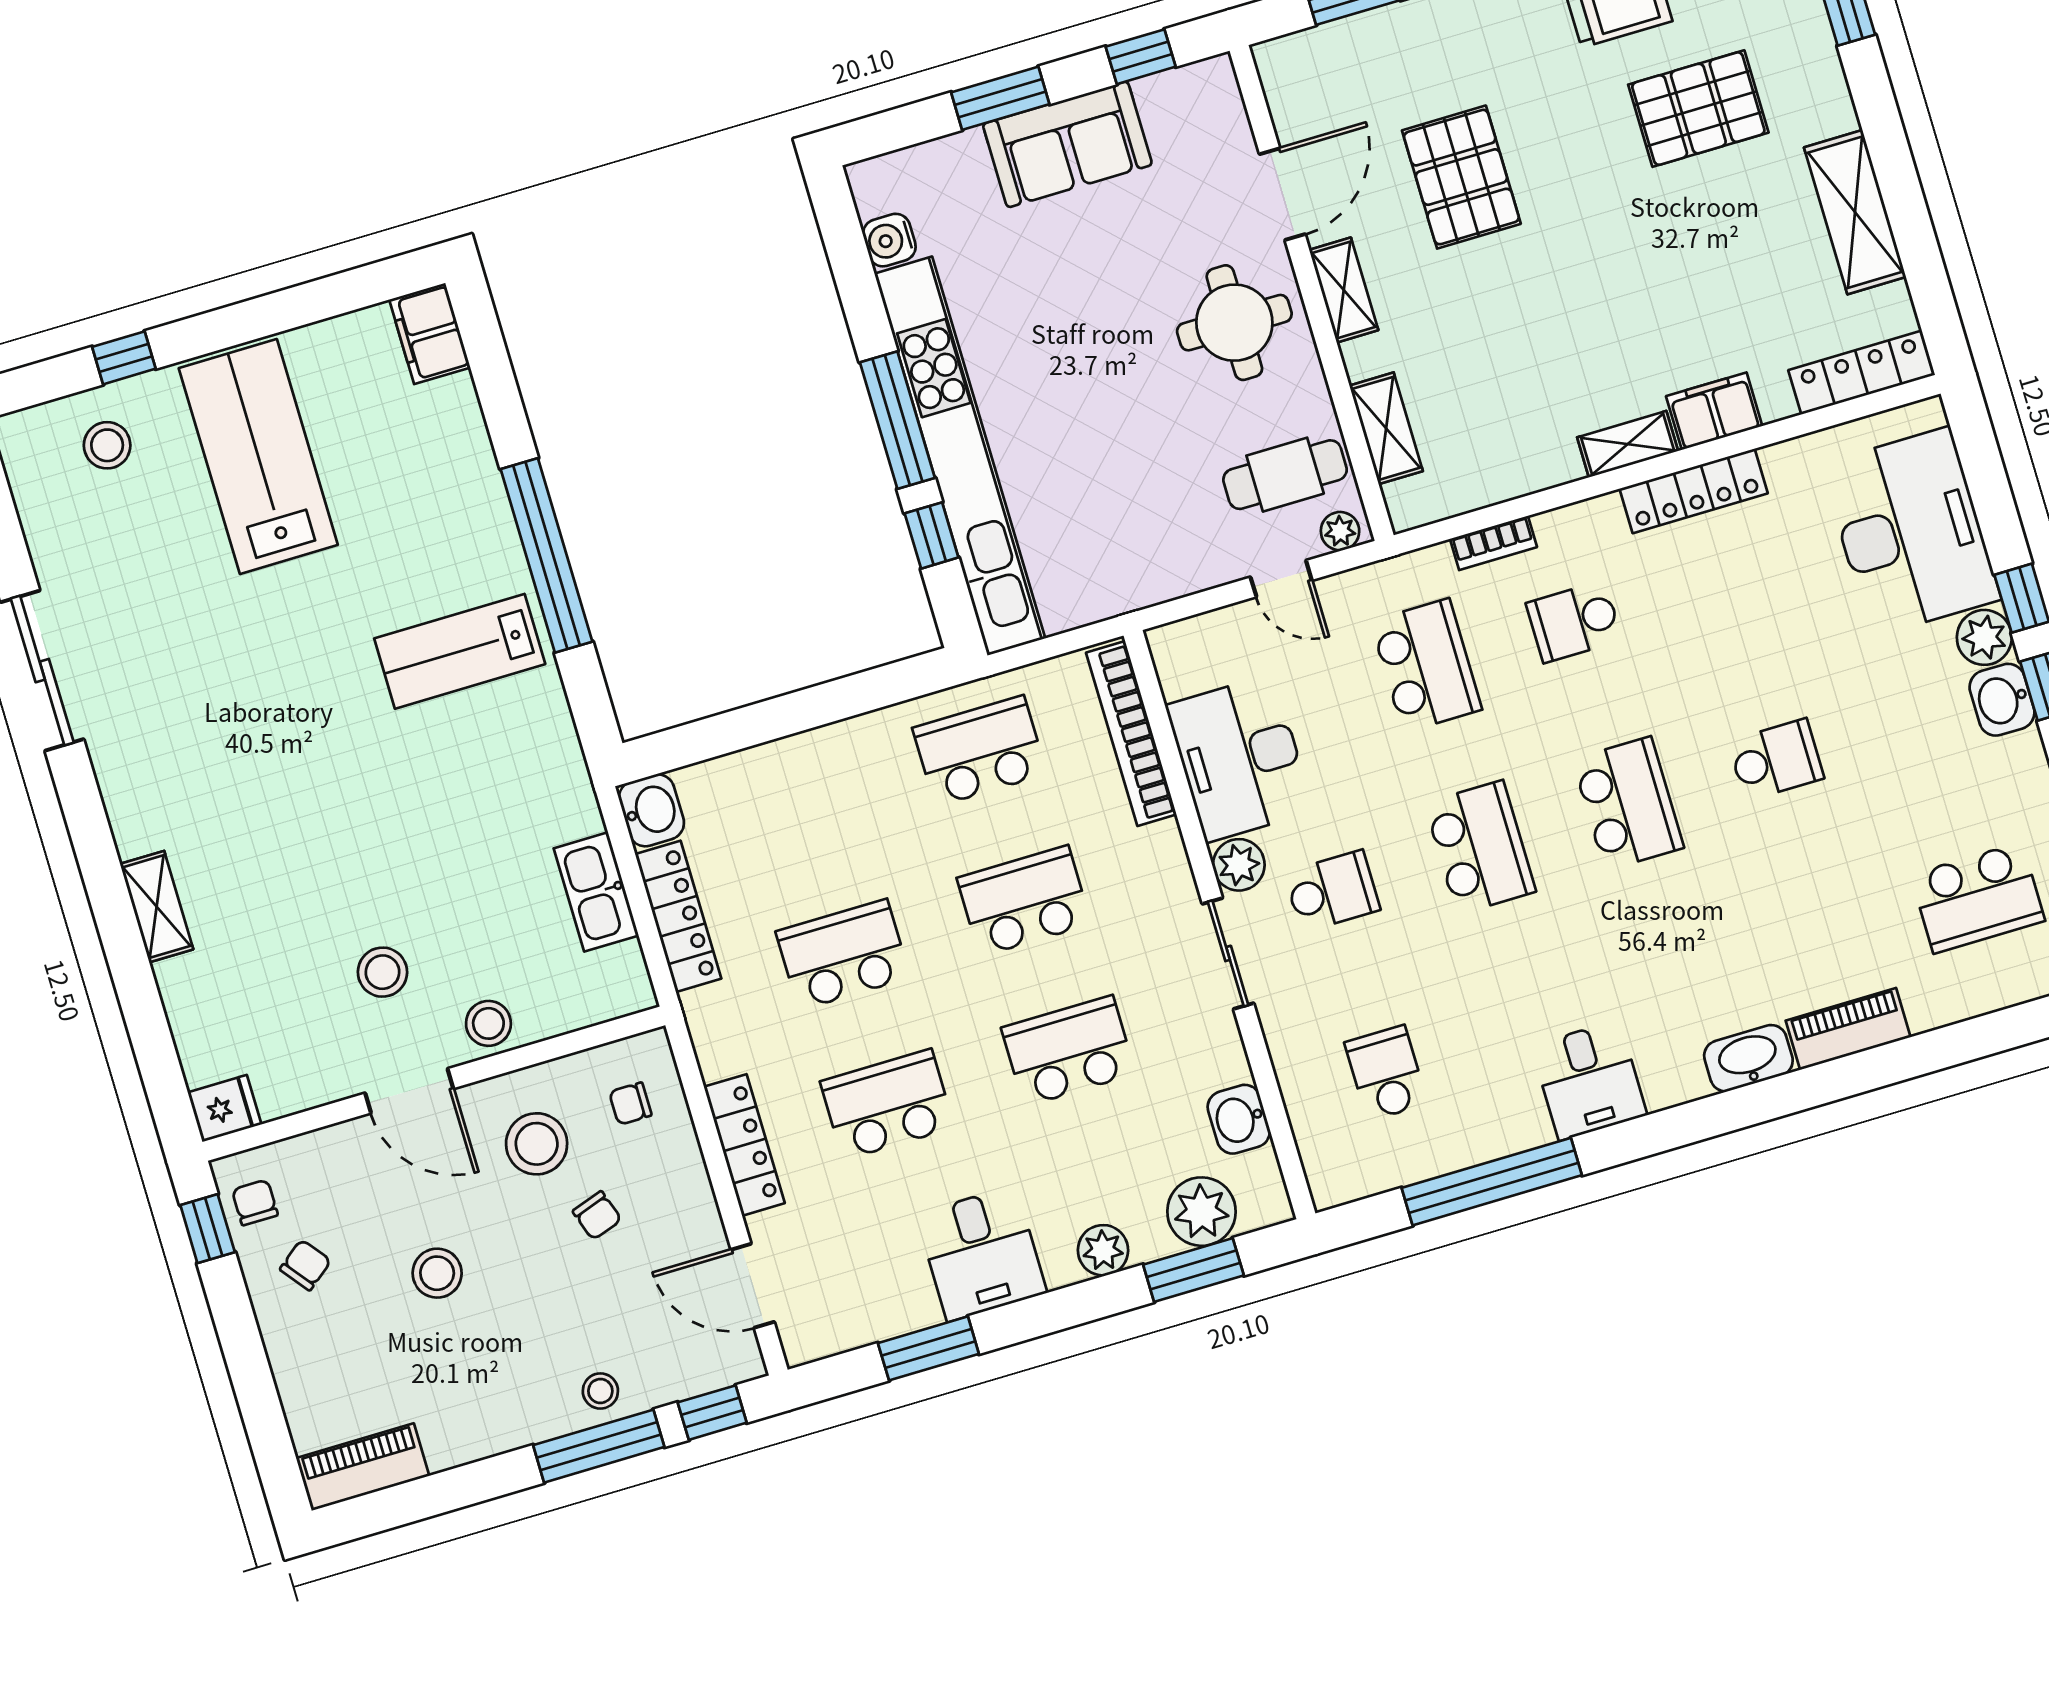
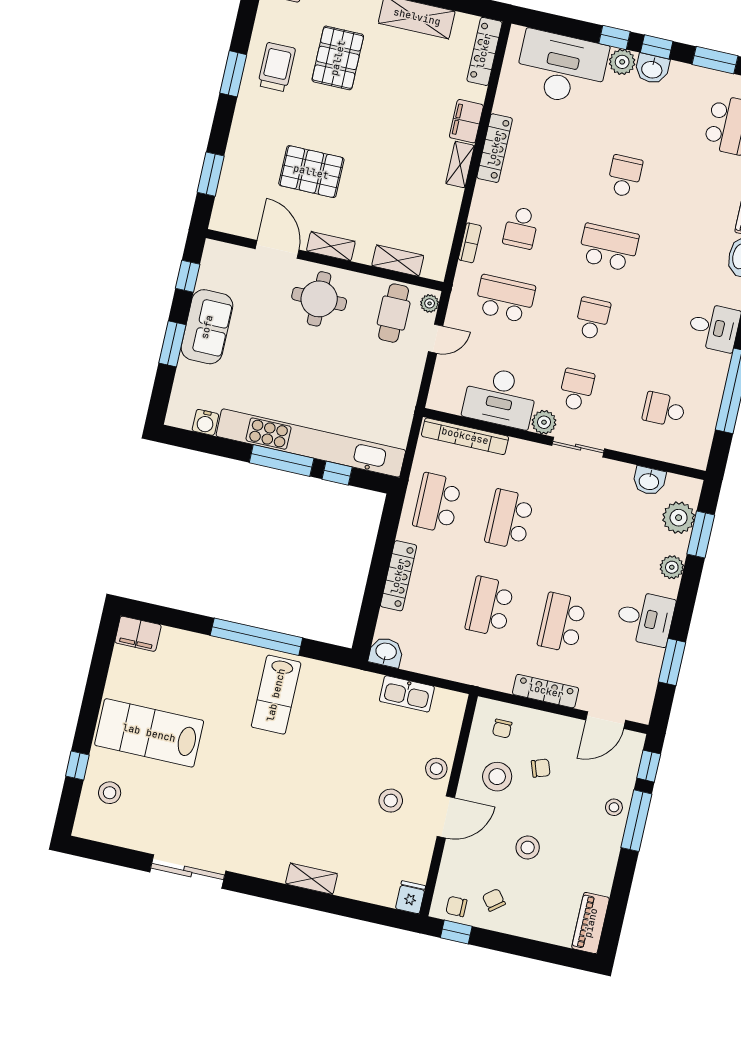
school desk: (1480, 847) -> (592, 319), width x0.54
locker: (678, 916) -> (398, 576), moved, turned 90
school desk: (1068, 1051) -> (582, 535), removed

